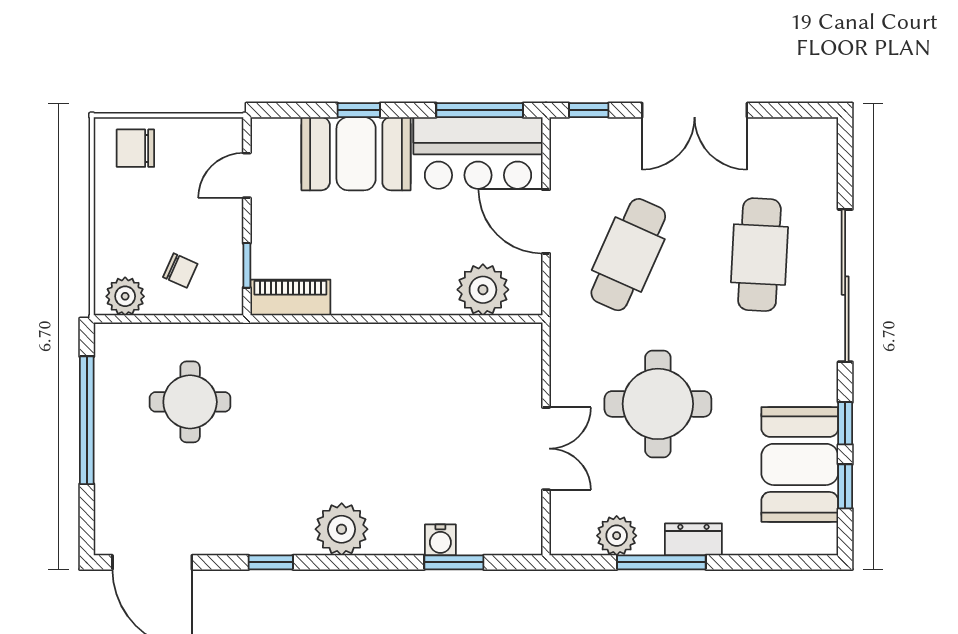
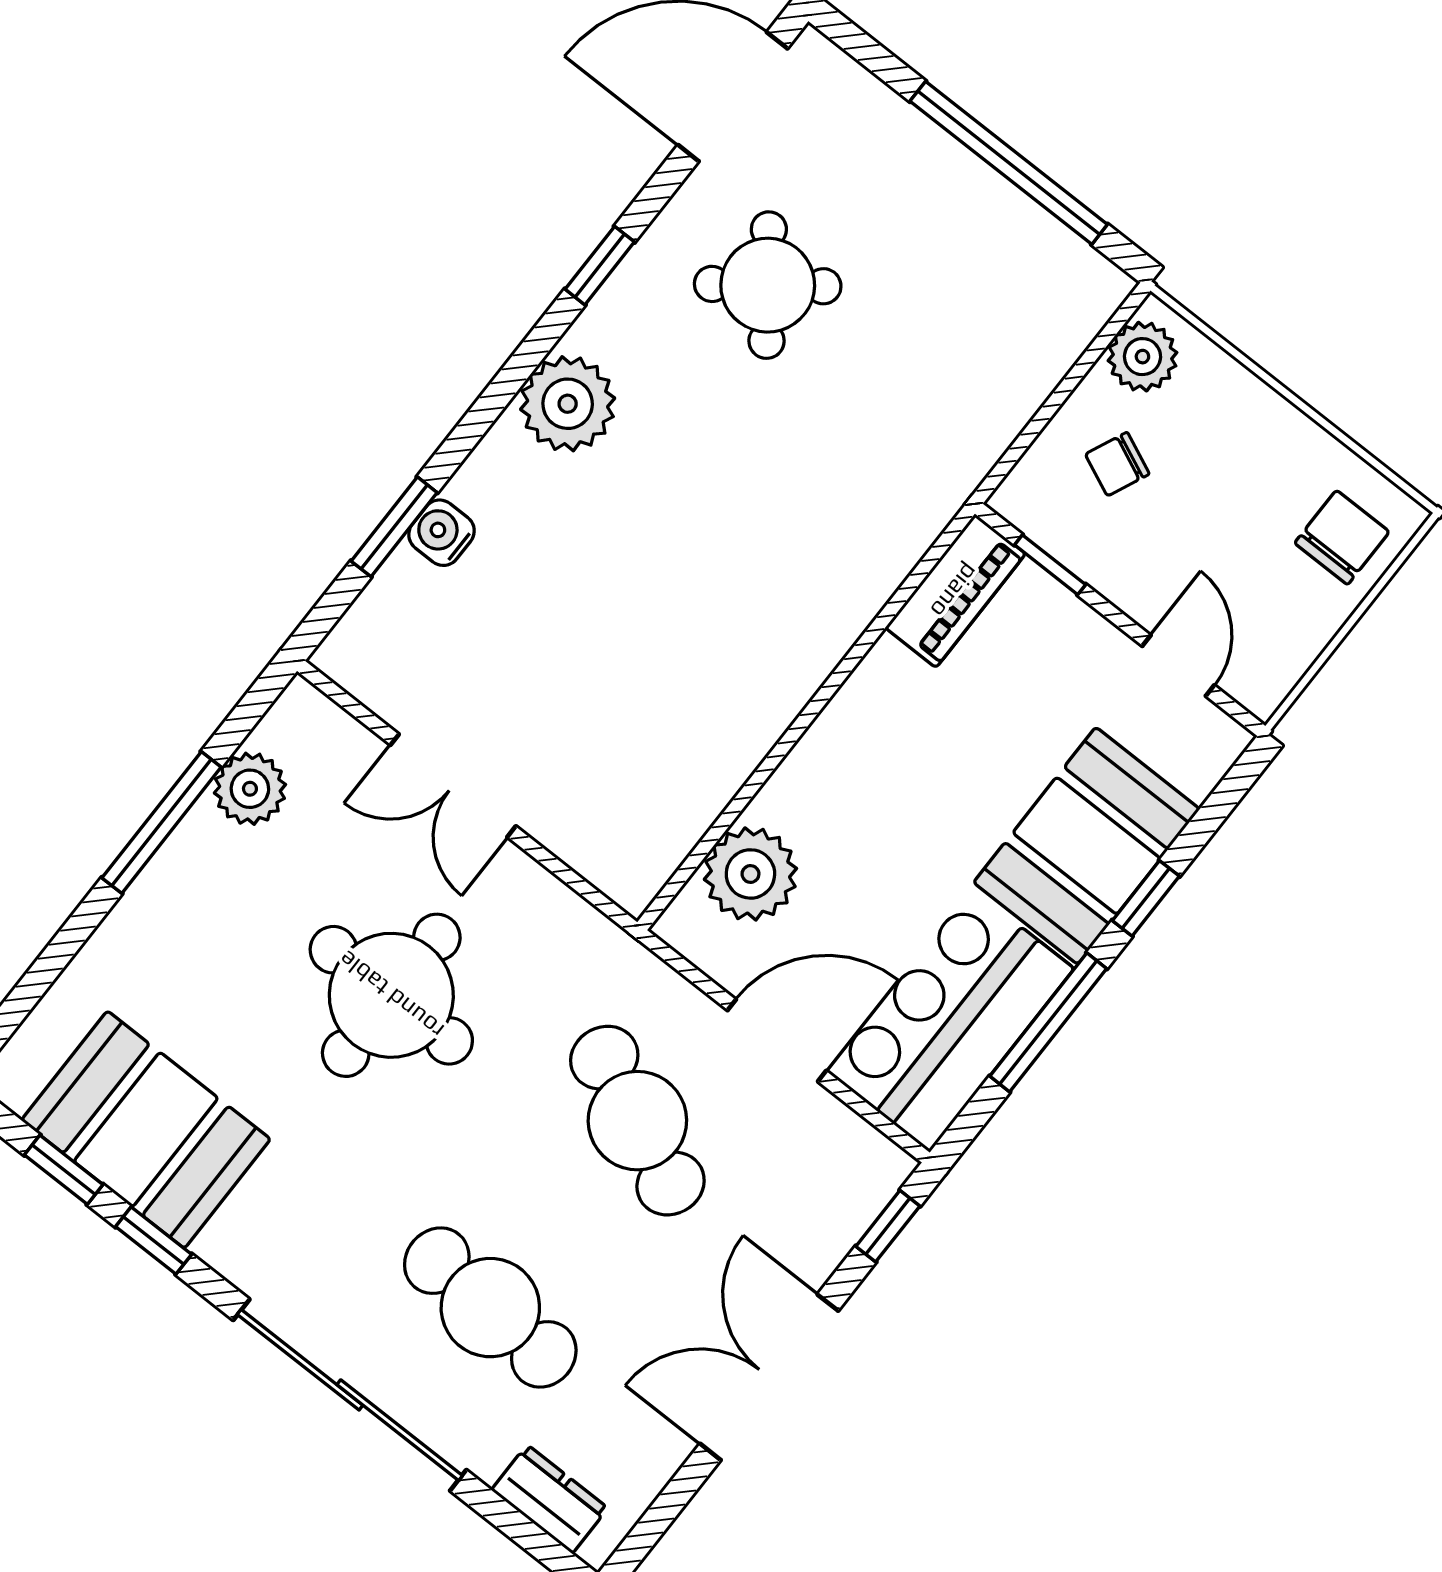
window: (480, 110) -> (1048, 1022), moved
round table: (190, 402) -> (768, 285), moved, turned -37
dresser: (693, 539) -> (550, 1499), moved, turned -90

